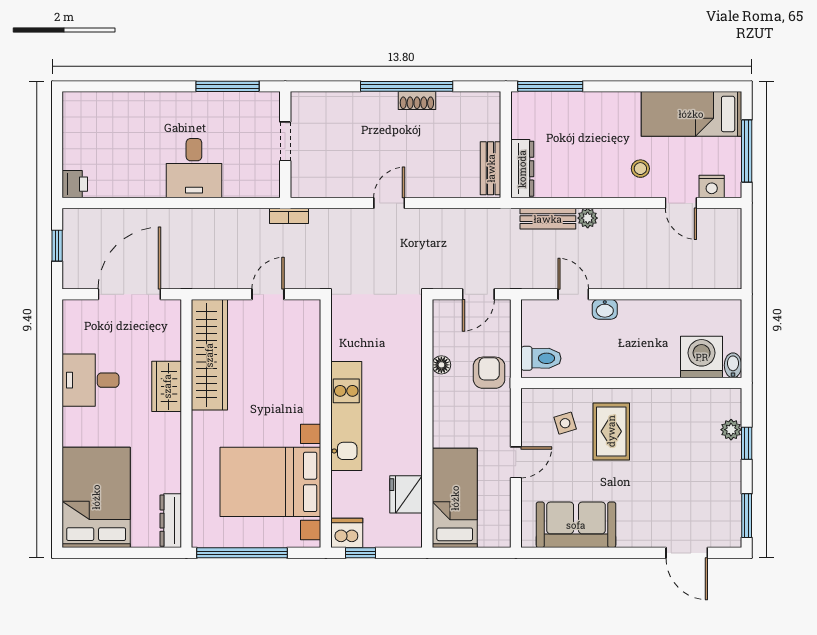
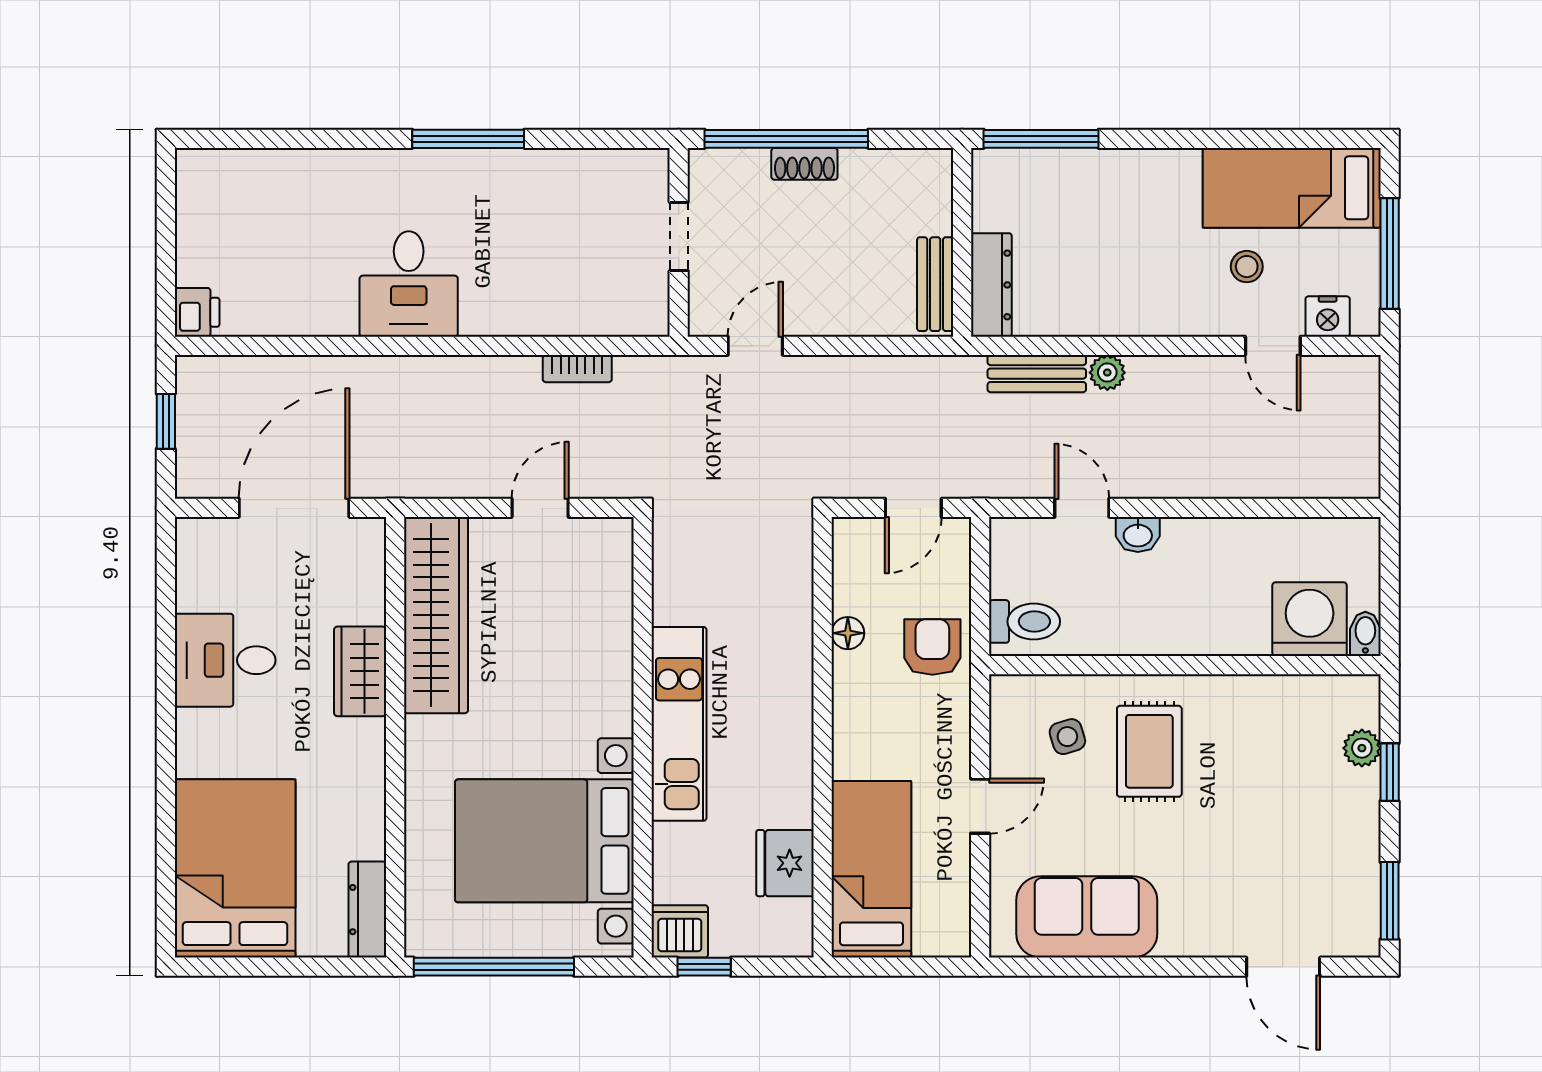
doorway: (285, 141) -> (679, 237), moved
wall: (285, 145) -> (679, 242), moved
stool: (640, 169) -> (1247, 267), moved

